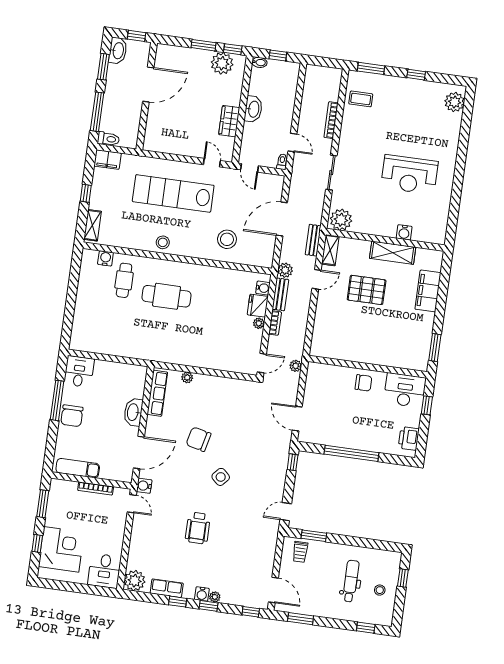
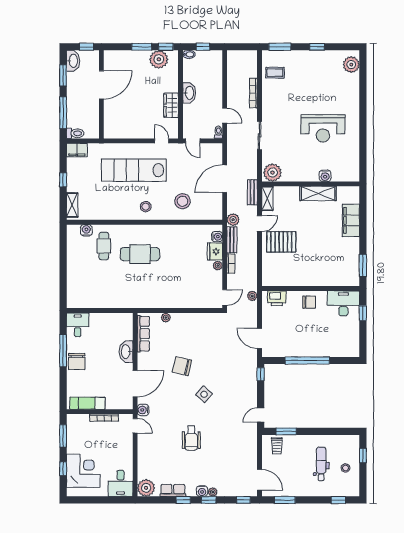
stool: (163, 242) -> (146, 207), moved
pallet: (367, 290) -> (281, 242), moved
printer: (409, 438) -> (277, 298), moved, turned -90

